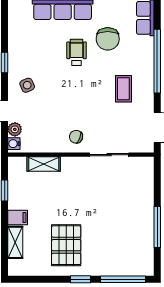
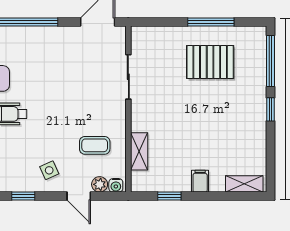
coffee table: (123, 89) -> (95, 145), moved
chair: (76, 137) -> (108, 115), removed
shelving: (15, 242) -> (244, 184), moved
pallet: (66, 245) -> (210, 62), moved

